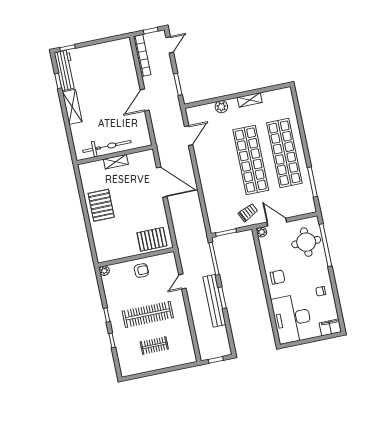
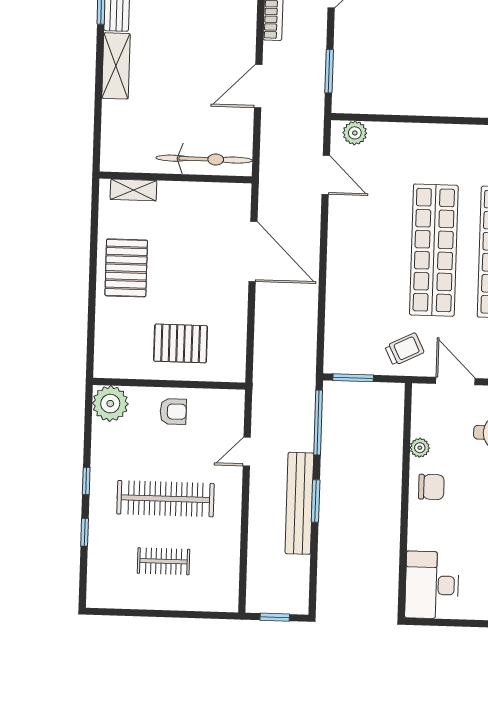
shelving: (250, 100) -> (460, 134), removed
plant: (221, 107) -> (355, 133), moved
door: (189, 136) -> (326, 175), hinge flipped
bicycle: (107, 146) -> (204, 159), moved
shelving: (116, 162) -> (133, 190), moved
plant: (262, 232) -> (420, 448), moved
pallet: (152, 239) -> (181, 343), moved
plant: (104, 271) -> (110, 404), width x1.87, depth x1.87
desk: (292, 319) -> (432, 585), width x0.73, depth x0.77

